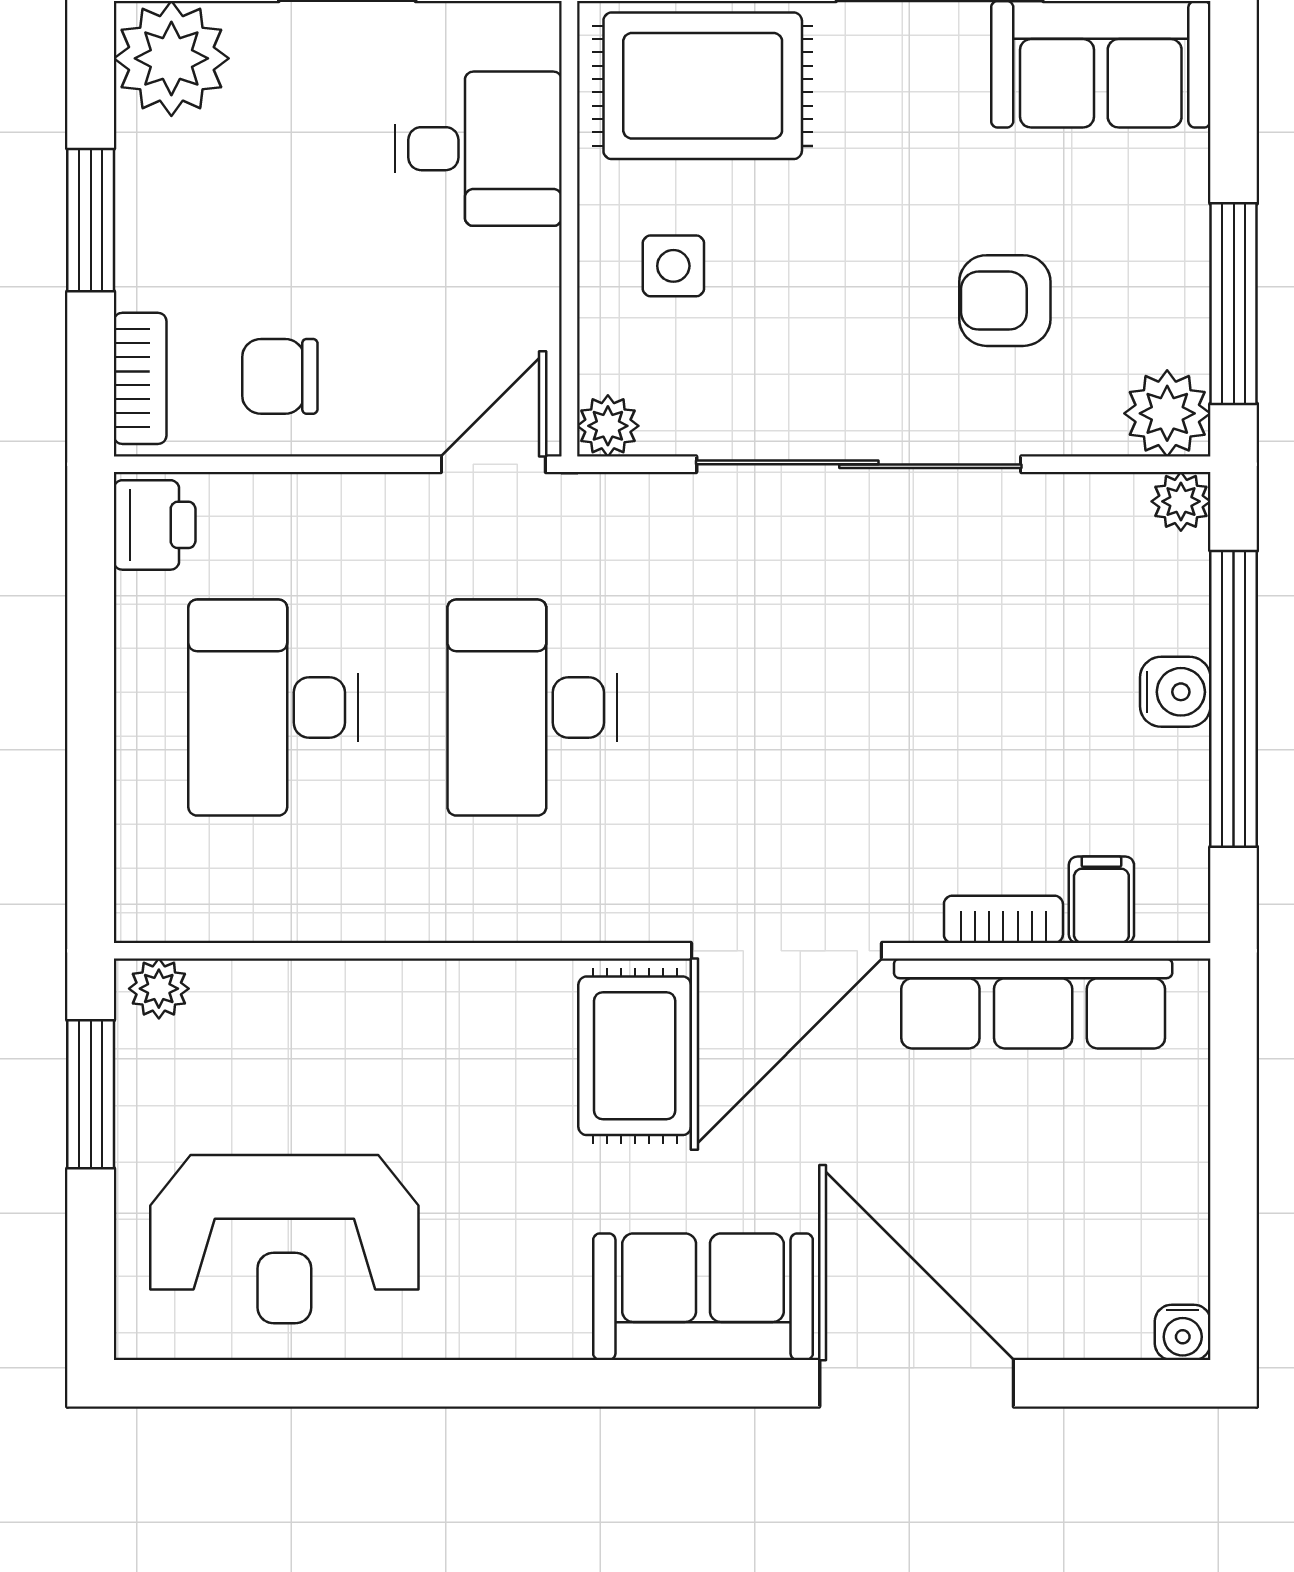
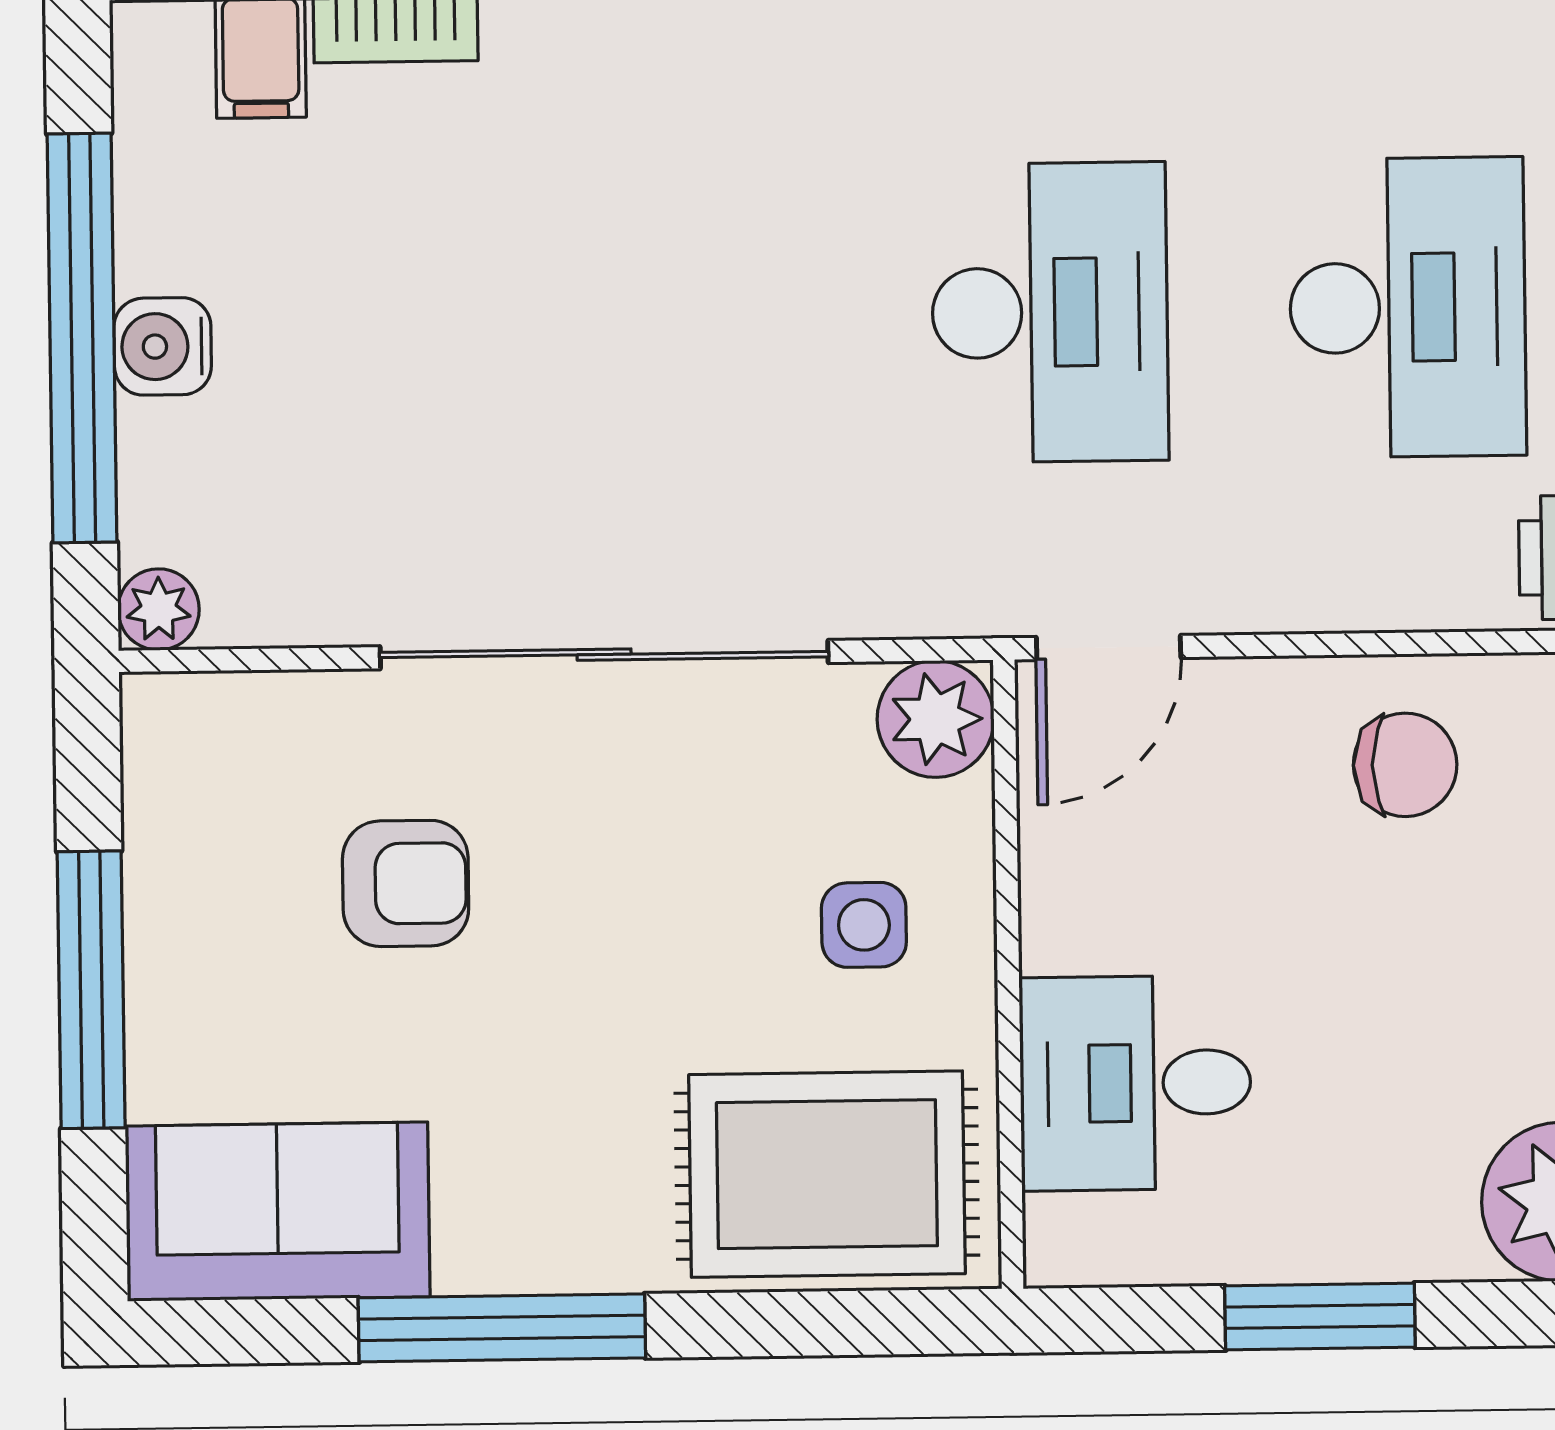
window: (1234, 304) -> (91, 990), moved
plant: (1167, 413) -> (179, 731), removed
plant: (608, 426) -> (936, 719), width x1.38, depth x1.38

